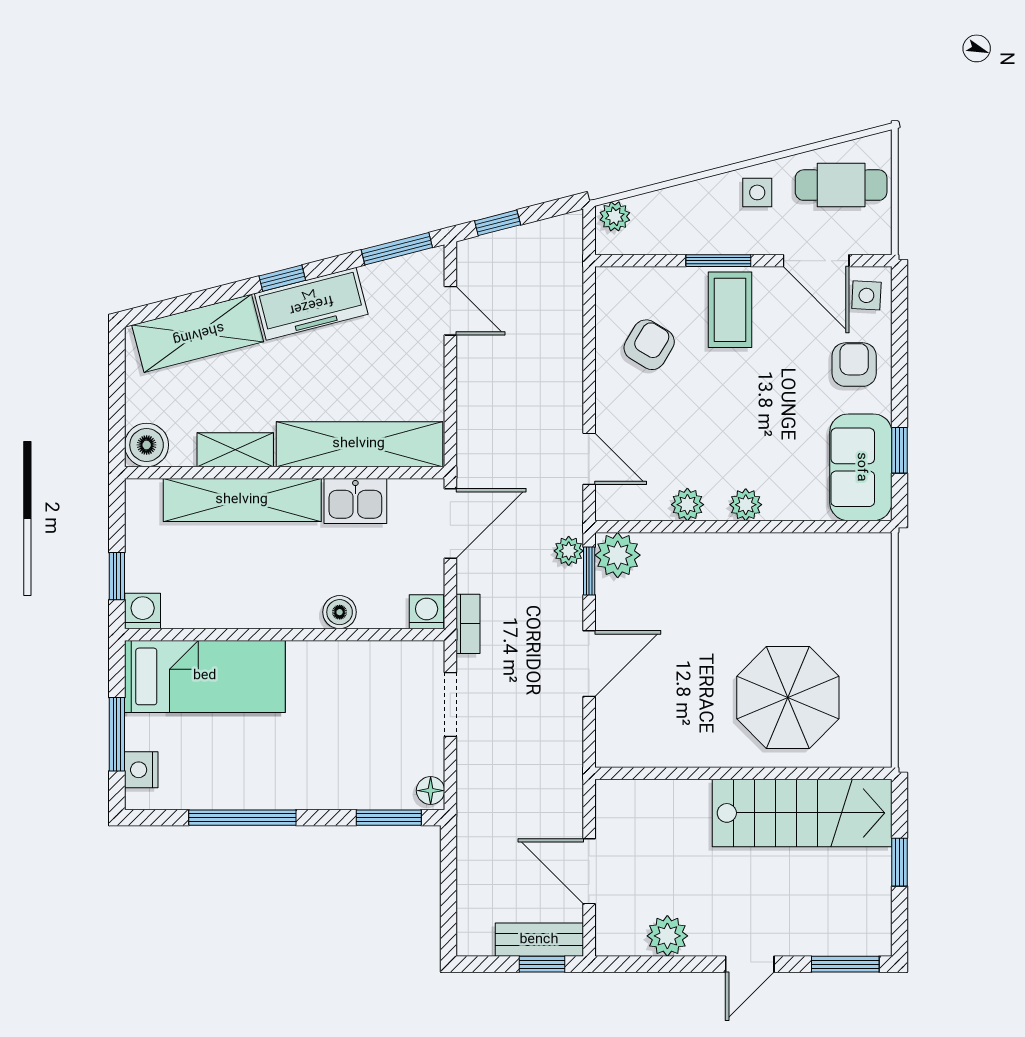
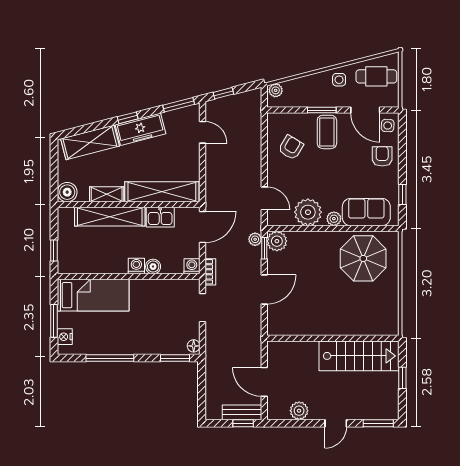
sofa: (861, 467) -> (366, 212), moved, turned 90
plant: (687, 505) -> (308, 212), width x1.88, depth x1.88
washing machine: (143, 611) -> (136, 266), moved
parasol: (788, 698) -> (363, 258), moved

